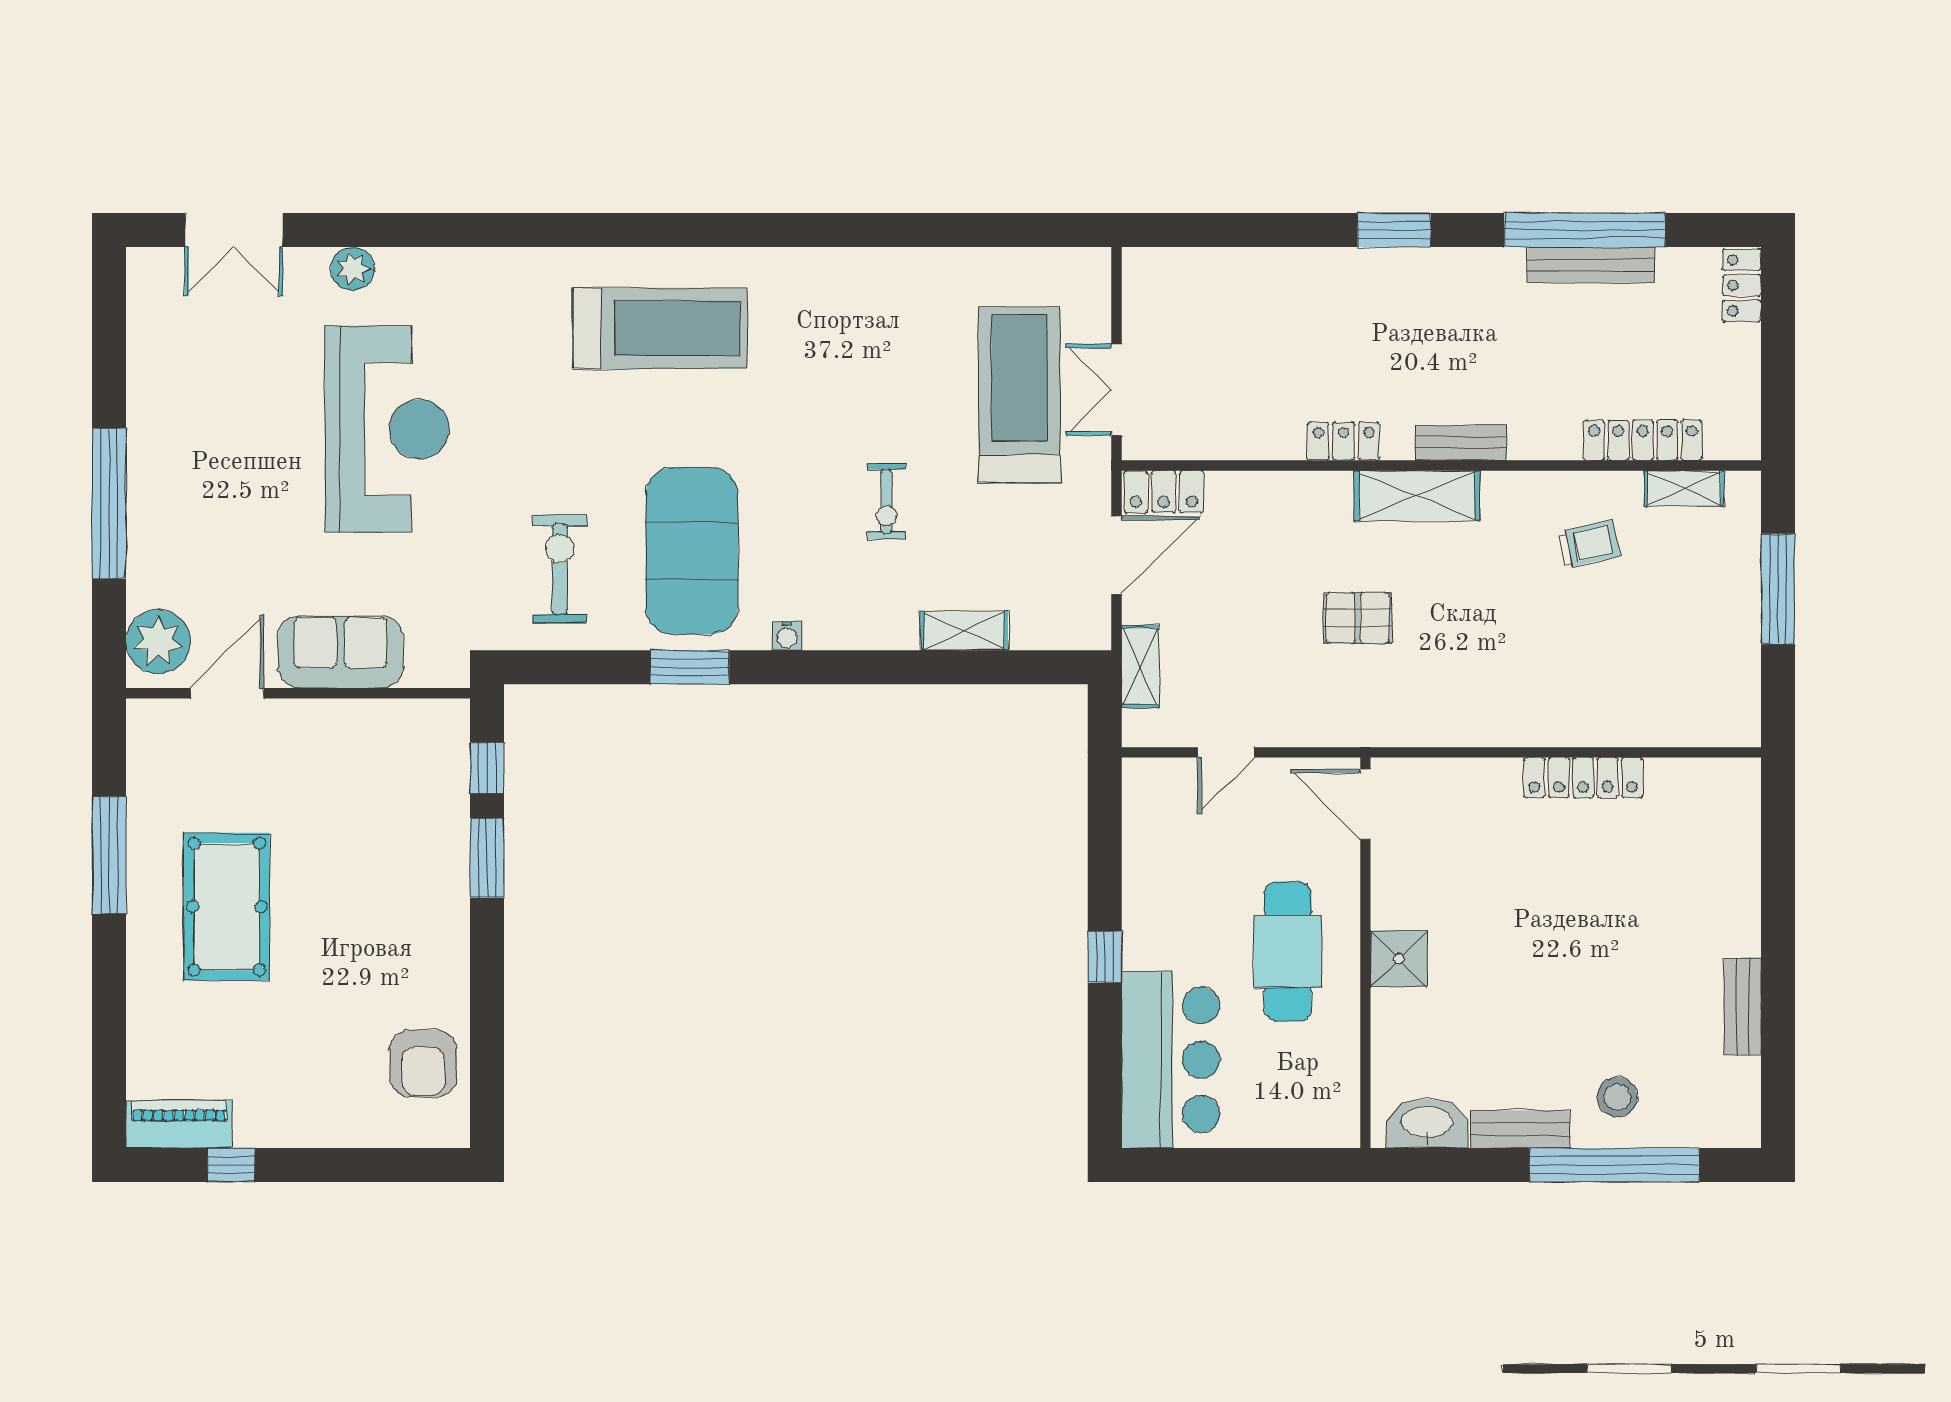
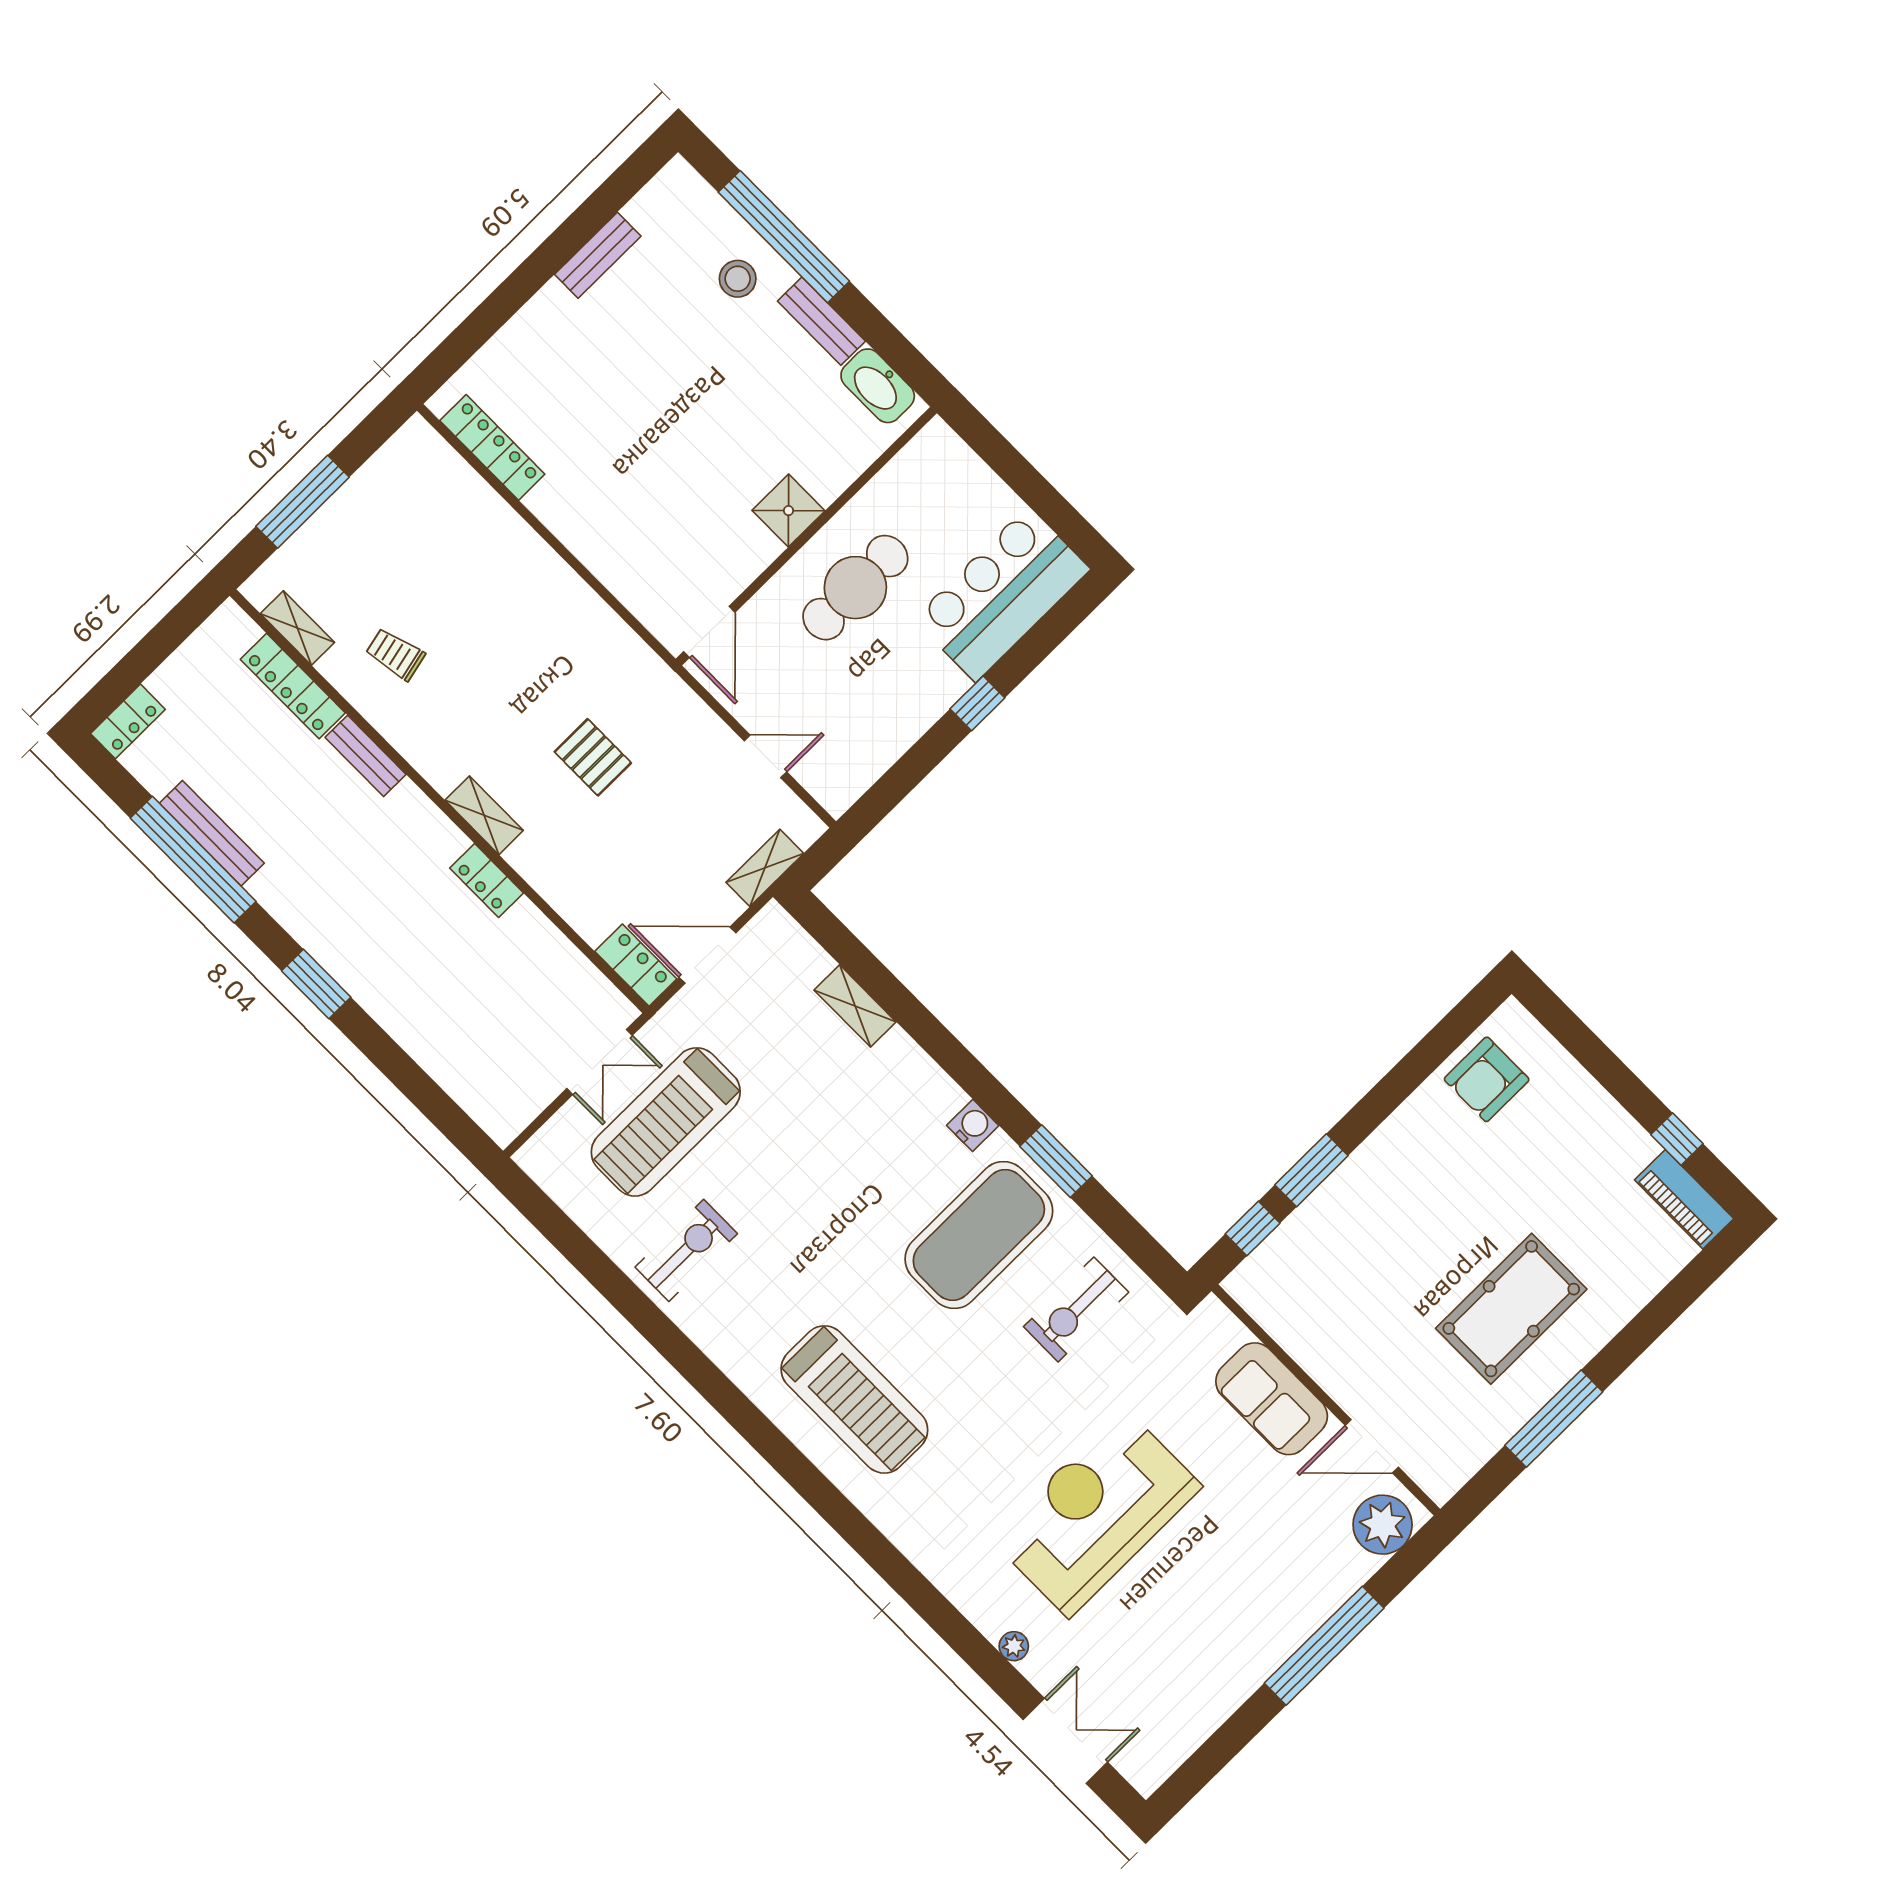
plant: (353, 269) -> (1014, 1646), width x0.73, depth x0.73
treadmill: (660, 328) -> (854, 1399), turned 180
bench: (1461, 443) -> (366, 756), moved
shelving: (1417, 496) -> (484, 815), width x0.67, depth x0.75
exercise bike: (886, 501) -> (686, 1250), moved, width x1.38, depth x1.39
water cooler: (787, 636) -> (973, 1125), width x1.38, depth x1.38
locker: (1583, 778) -> (492, 447), moved
armchair: (423, 1063) -> (1487, 1079), turned 180

